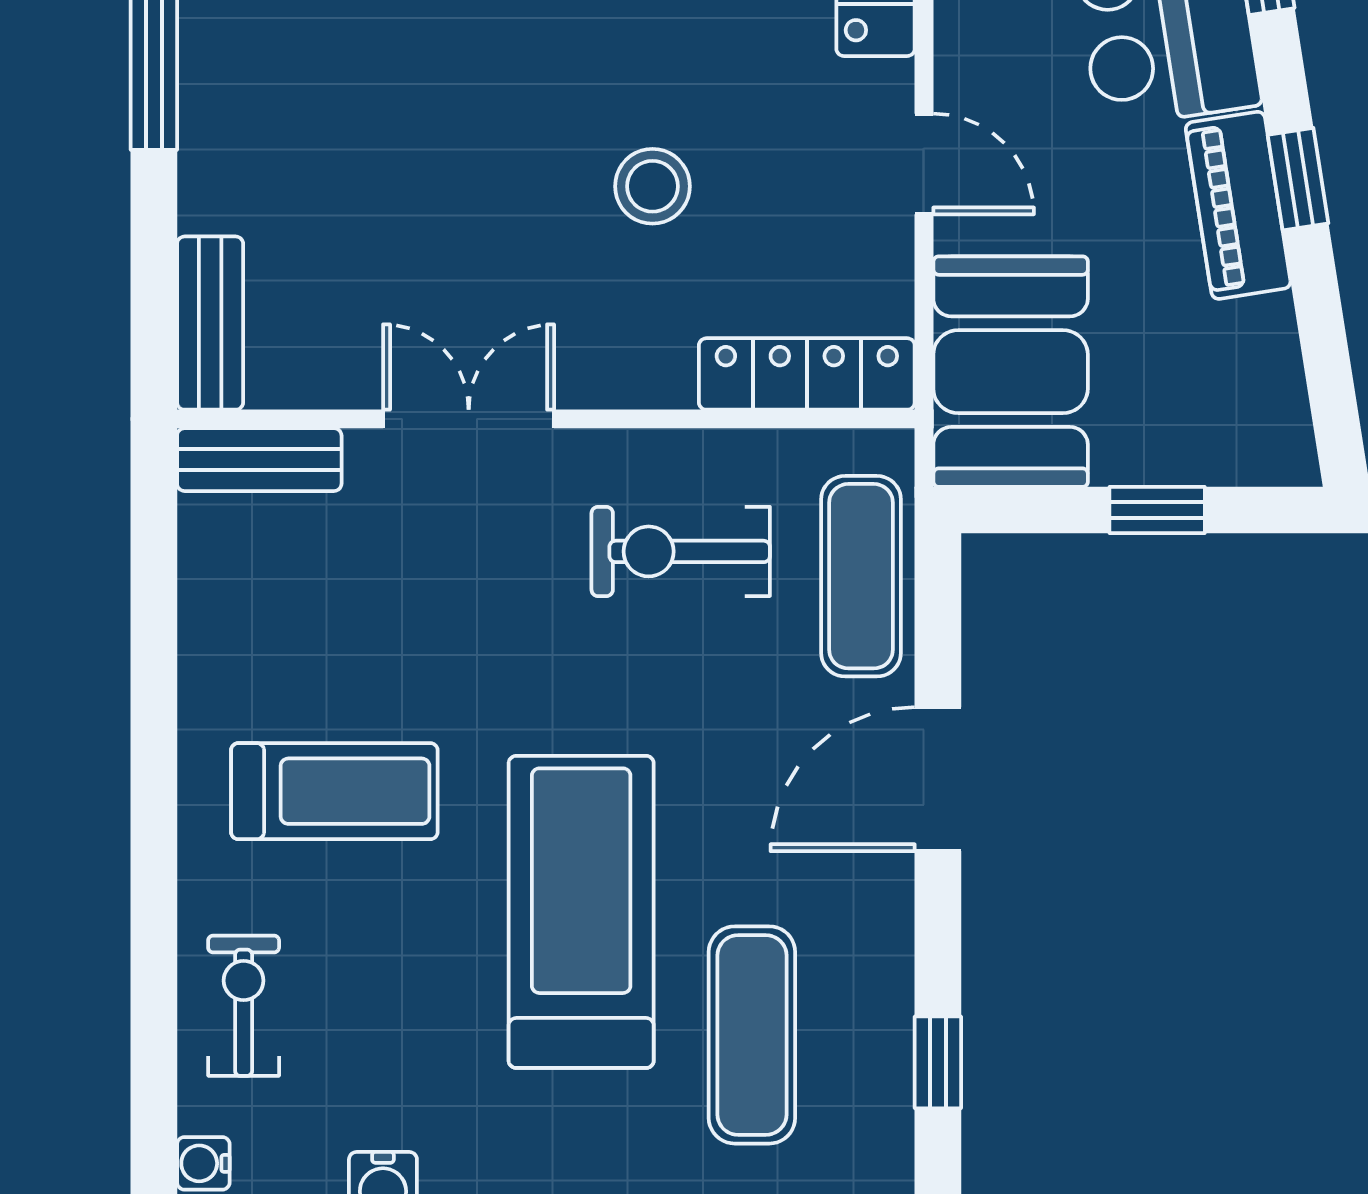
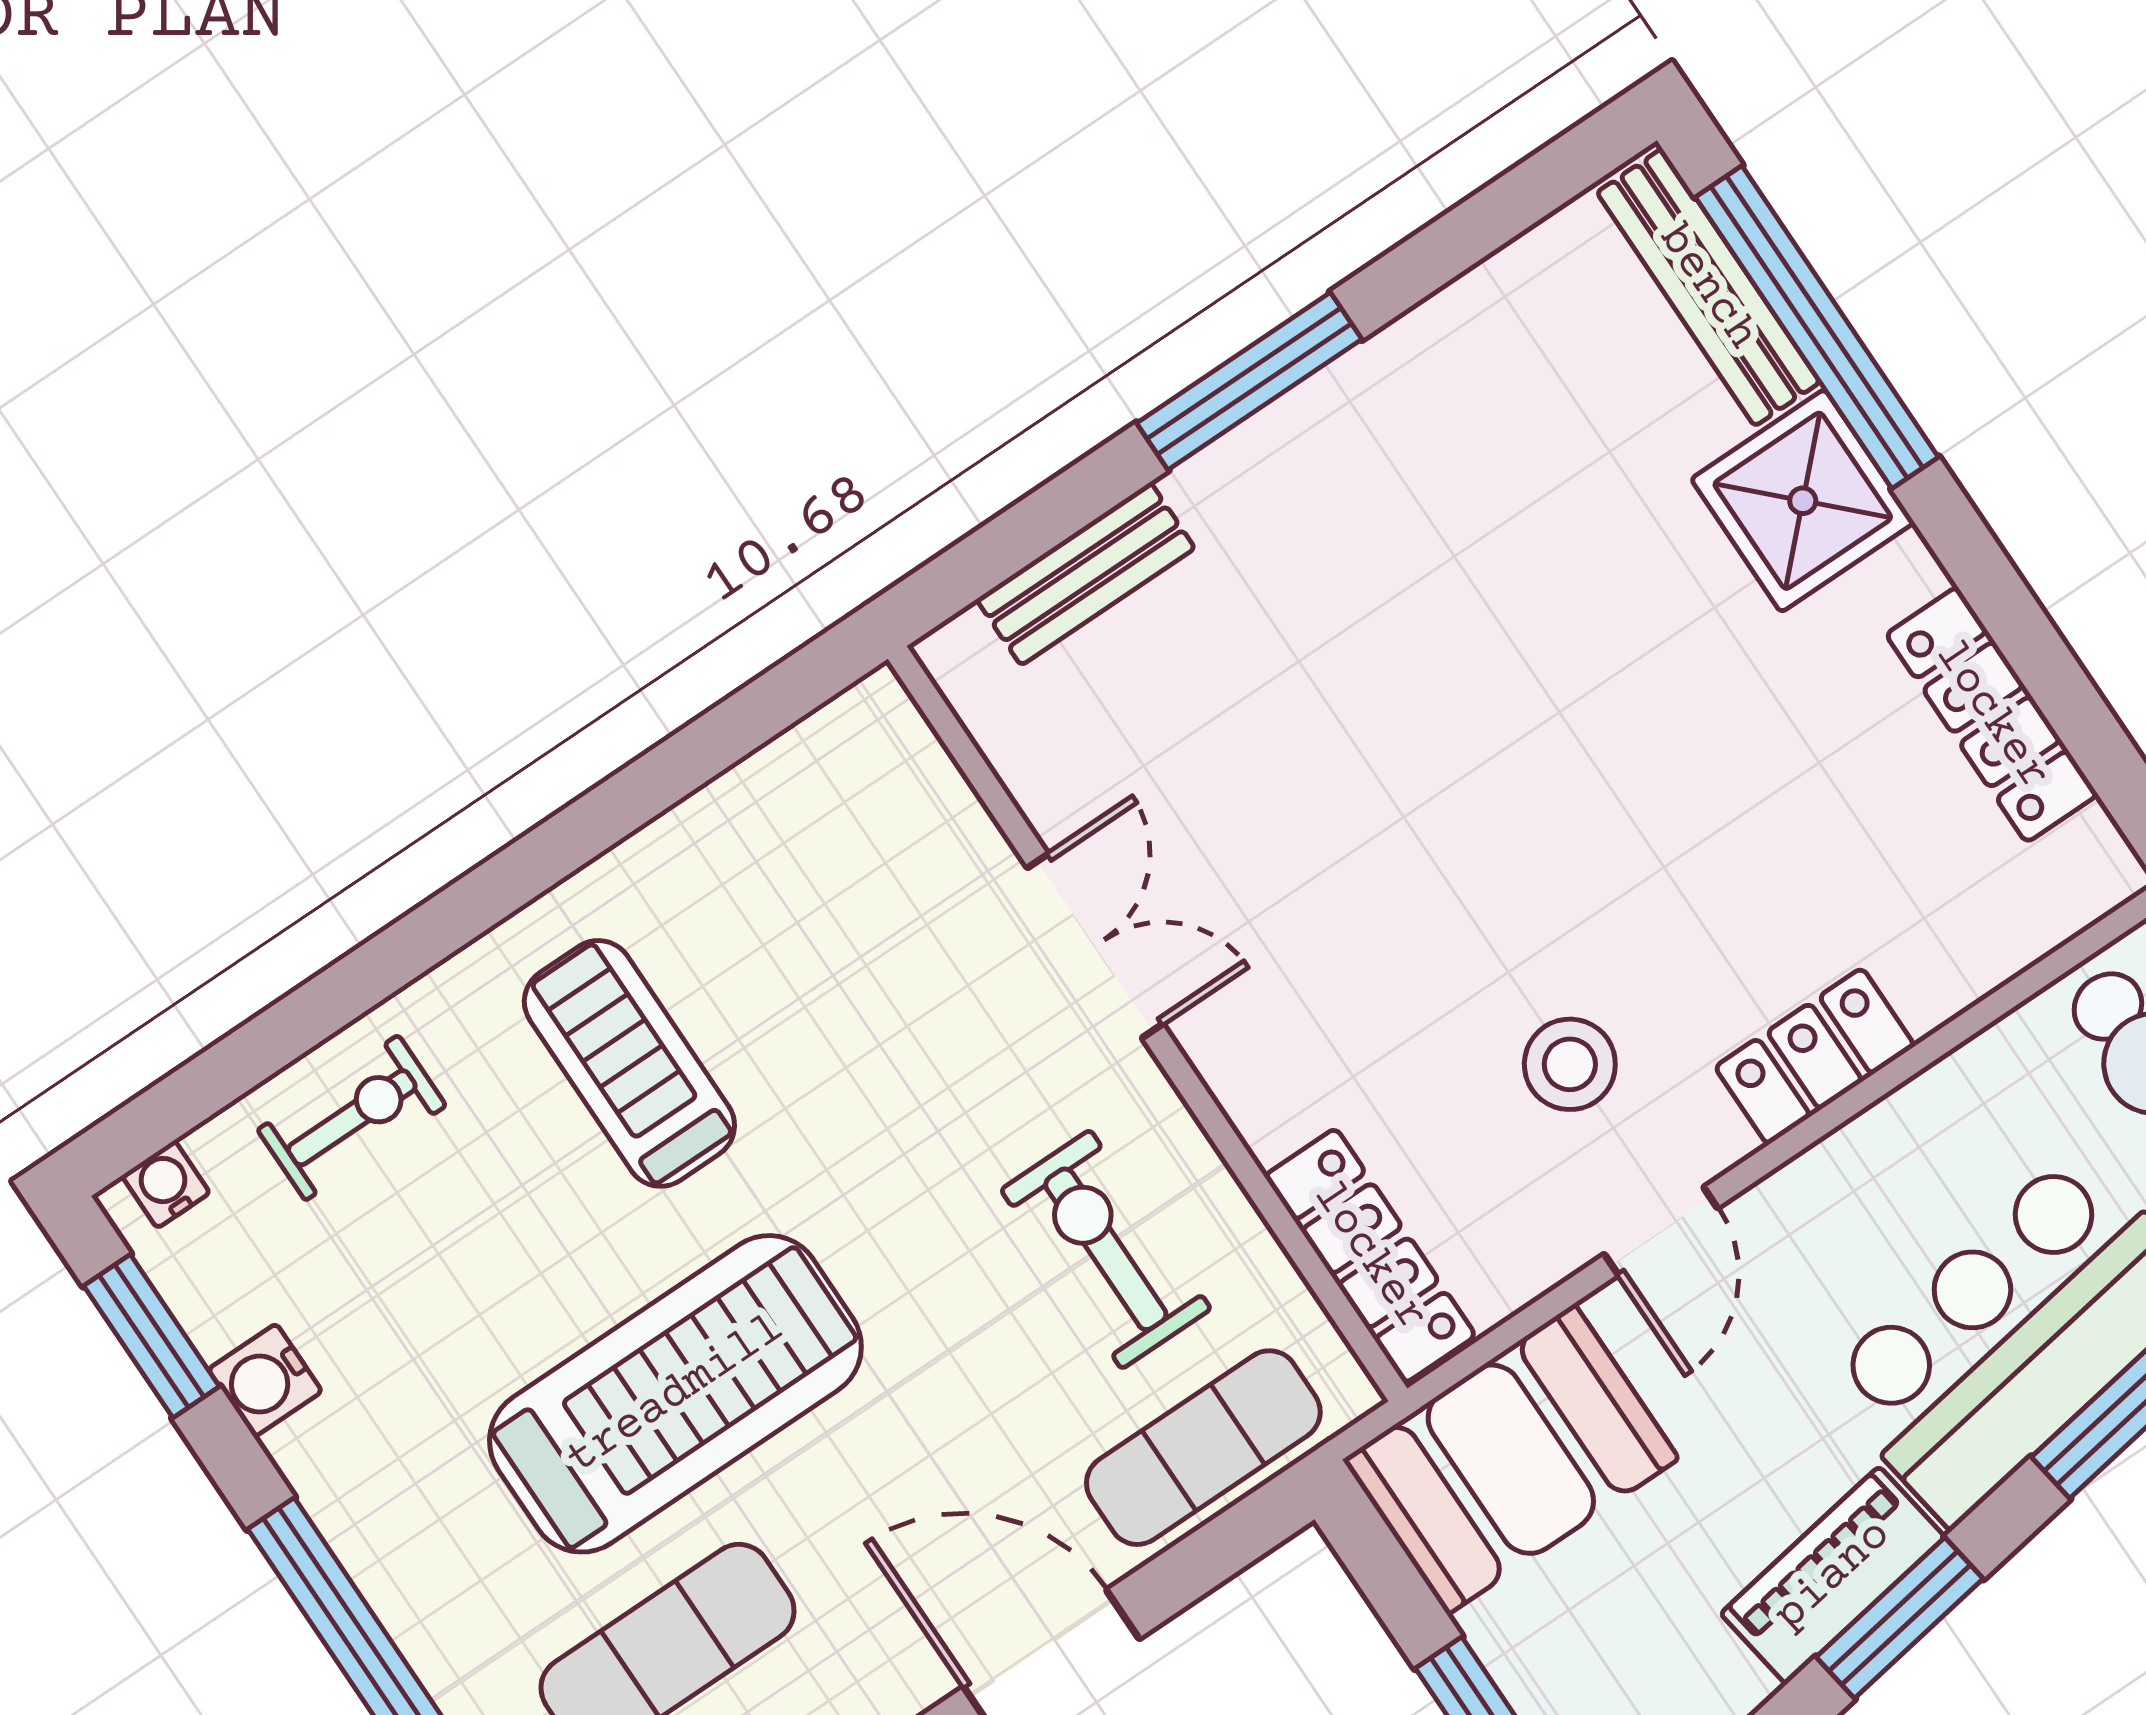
window: (1298, 179) -> (1900, 1618), width x1.50
stool: (652, 186) -> (1570, 1064), moved
bench: (210, 323) -> (1086, 574), moved
bench: (259, 460) -> (912, 763), removed
treadmill: (334, 791) -> (629, 1063), turned 180

